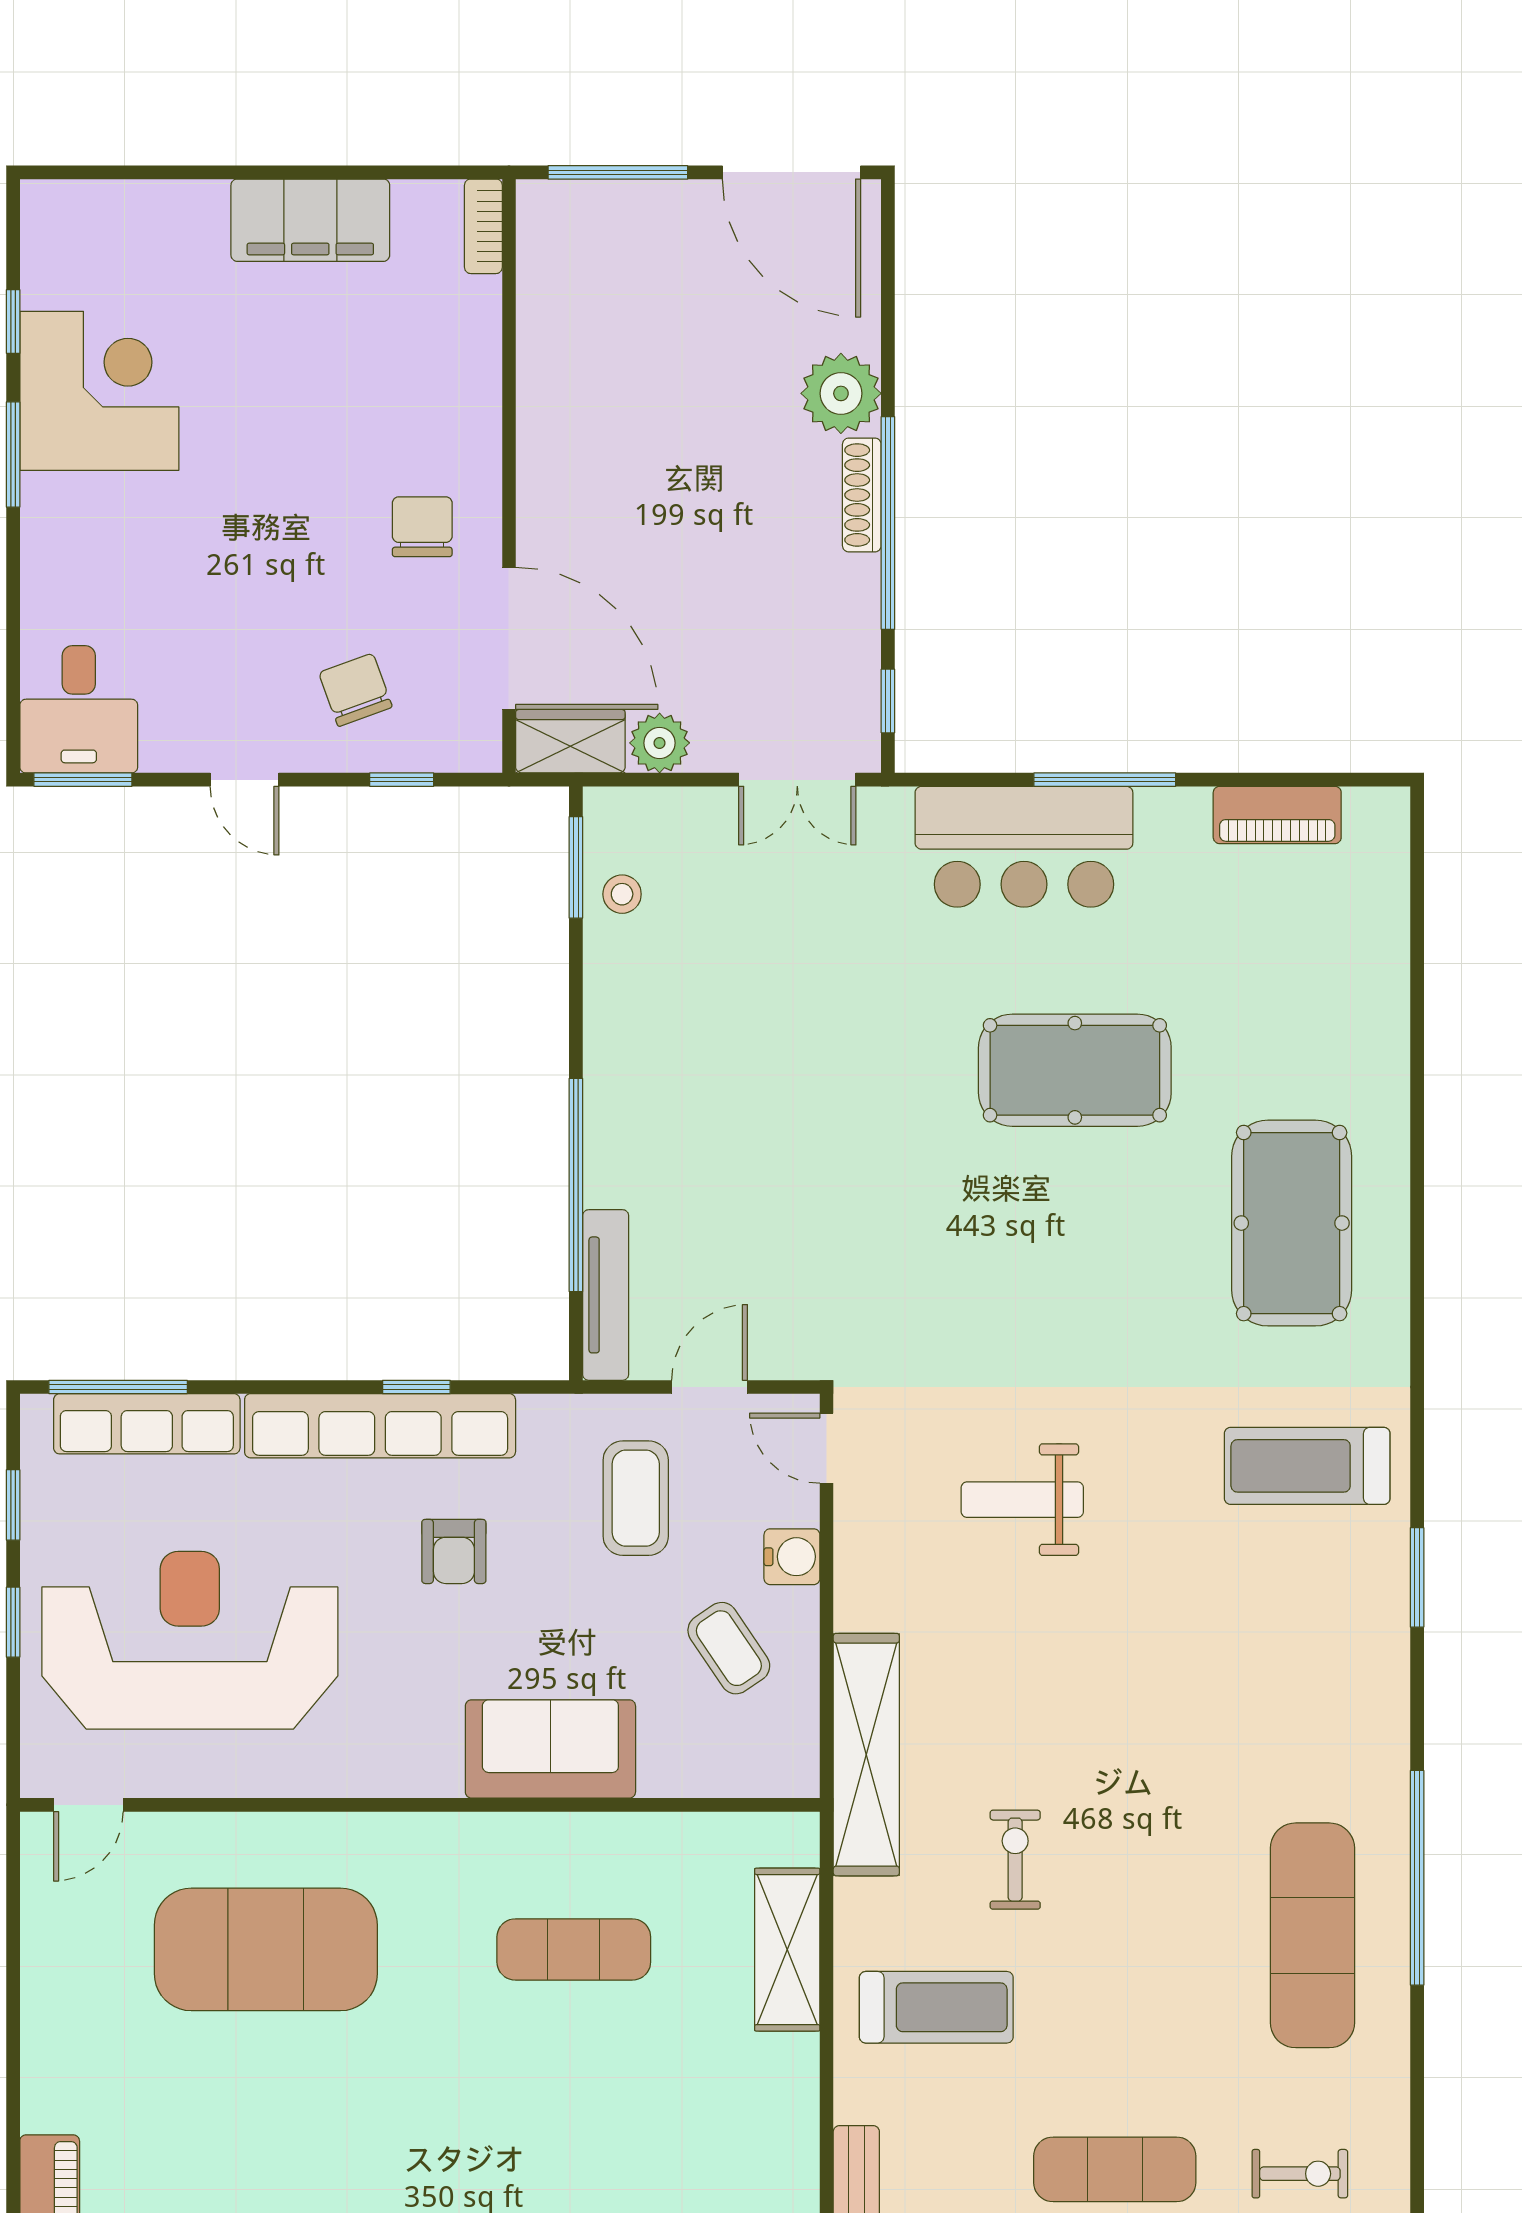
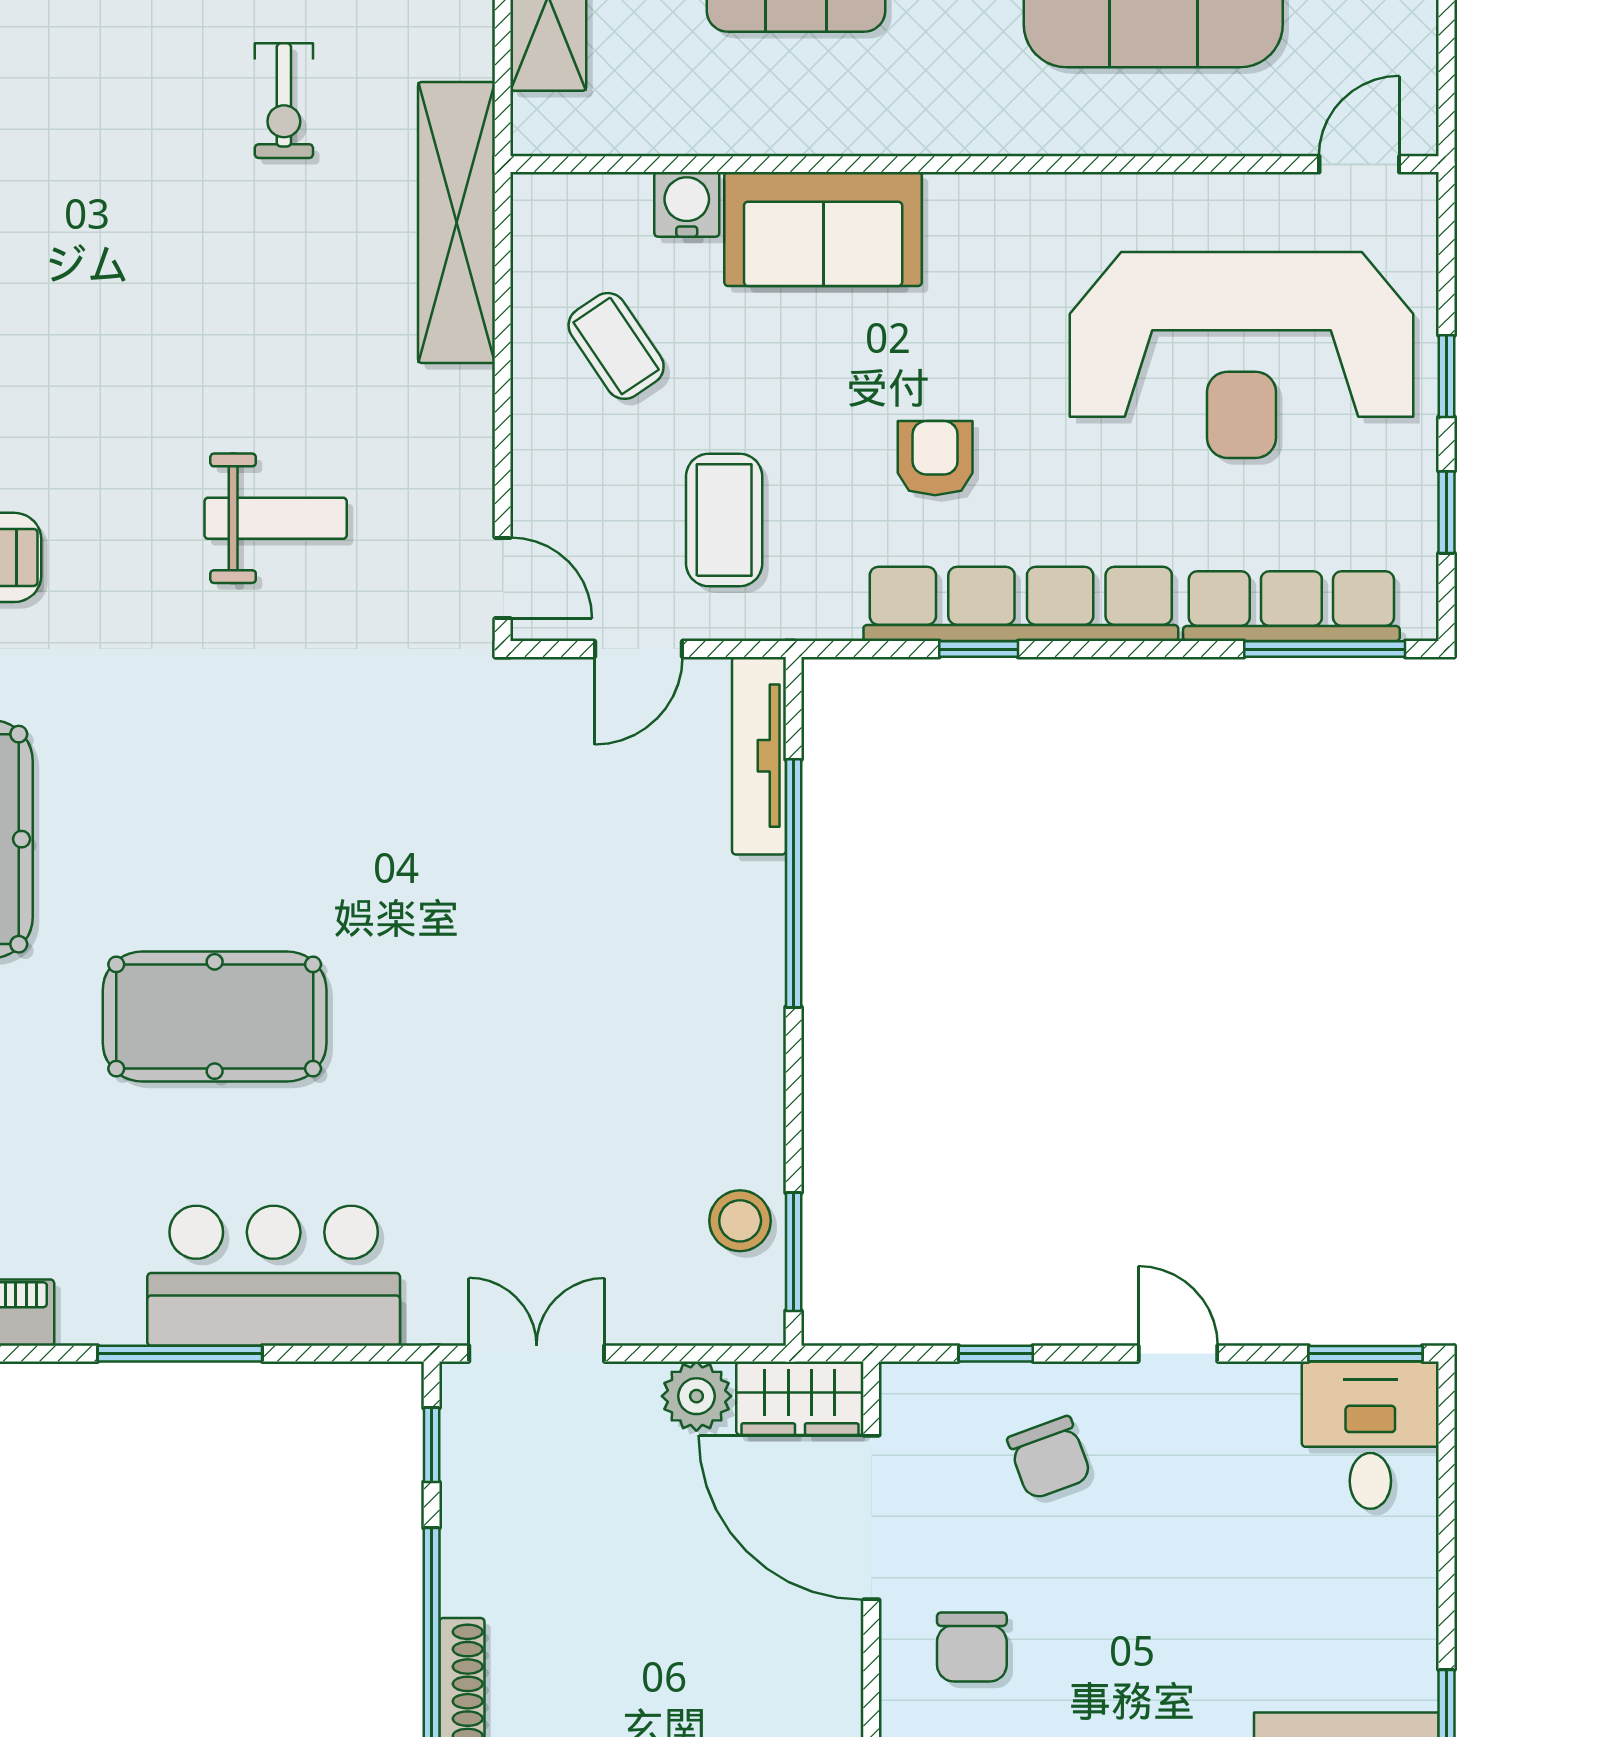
stool: (622, 894) -> (740, 1221), width x1.37, depth x1.37
water cooler: (792, 1557) -> (687, 204), moved, turned 90

